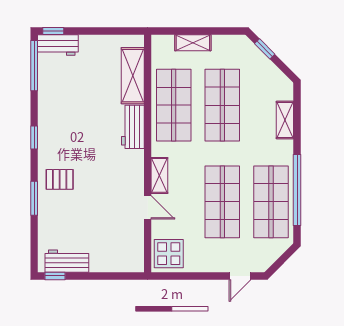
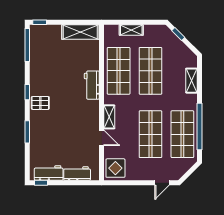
workbench: (58, 45) -> (77, 174), moved, turned 180
shelving: (133, 76) -> (80, 32), moved, turned 90
pallet: (60, 179) -> (40, 103), moved

